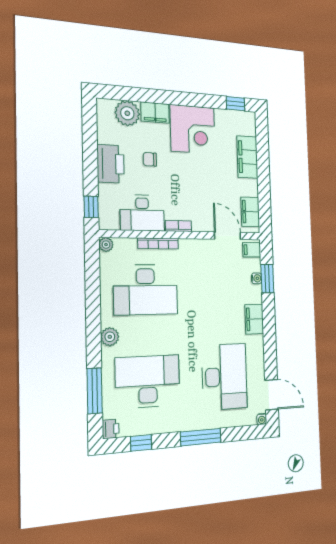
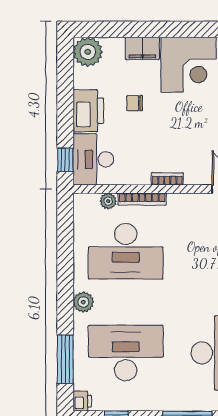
plant: (127, 113) -> (88, 52), moved
desk: (142, 213) -> (93, 159), moved, turned 90
plant: (106, 245) -> (108, 201), moved

